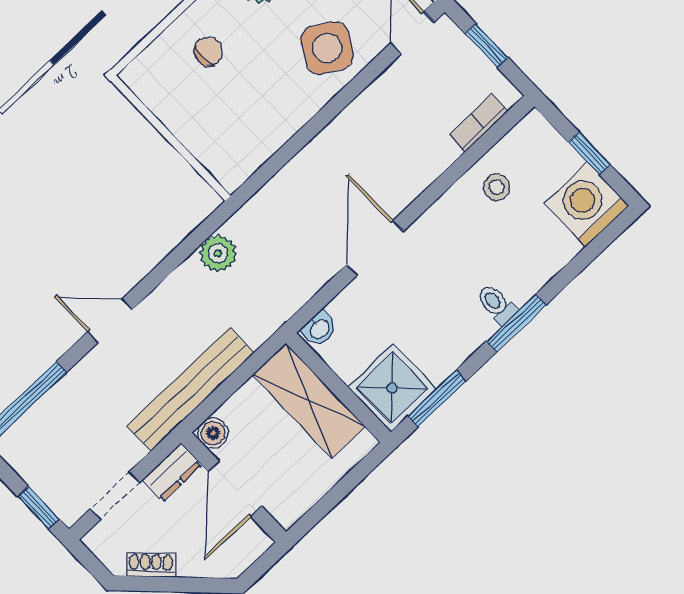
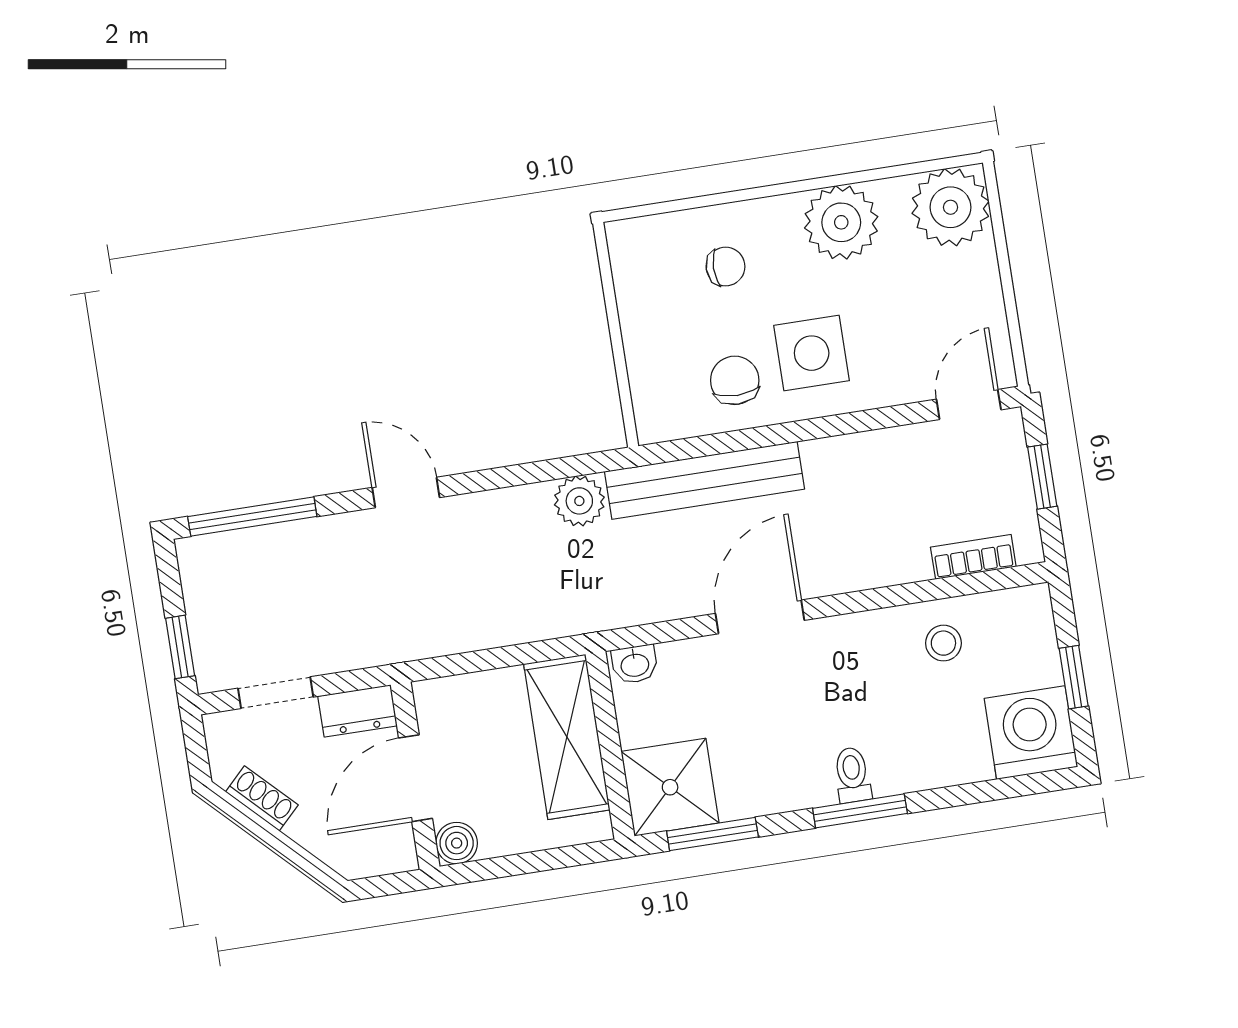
side table: (327, 48) -> (812, 353), moved, turned -30
chair: (261, 116) -> (735, 380), added
bench: (190, 389) -> (704, 480), moved
boiler: (213, 433) -> (457, 843), moved

